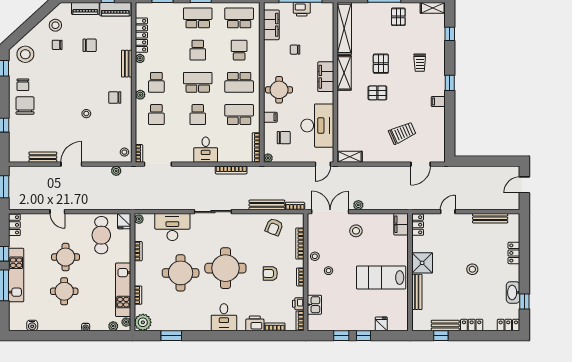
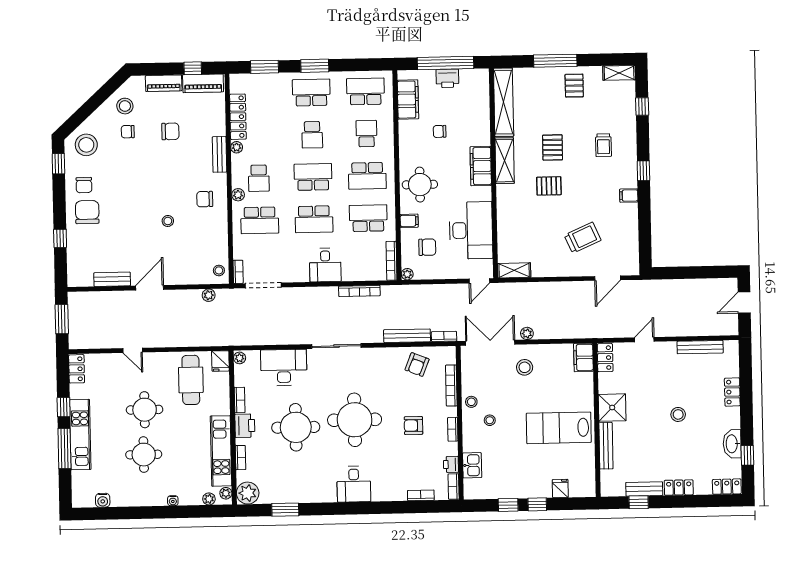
school desk: (156, 115) -> (260, 220), width x1.85
school desk: (198, 115) -> (314, 219), width x1.85
printer: (255, 323) -> (245, 426), moved, turned 90

